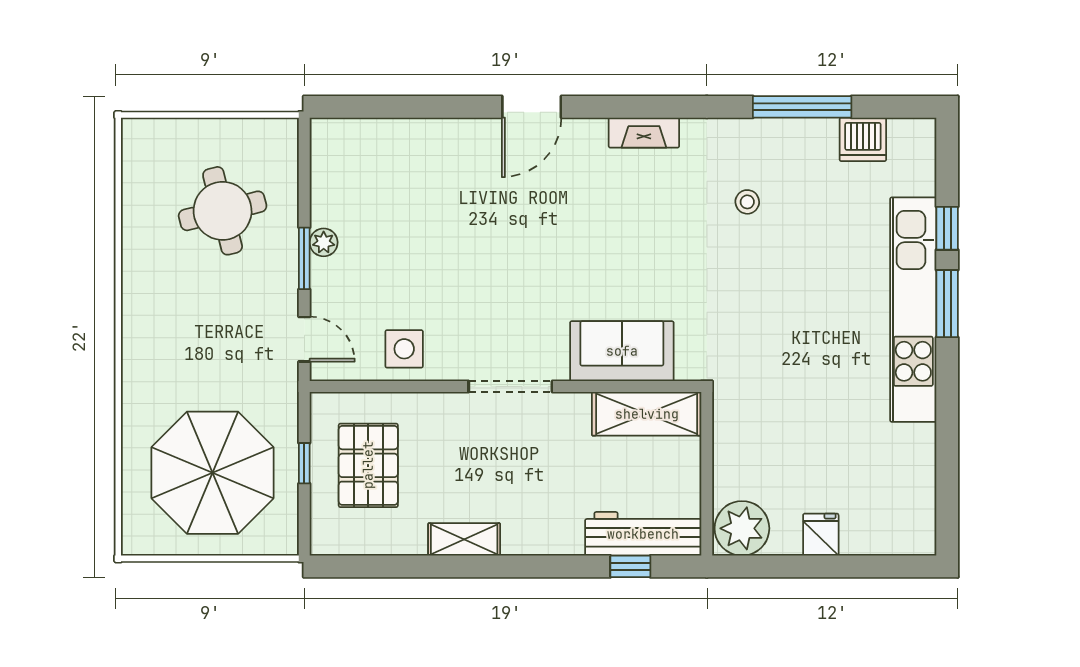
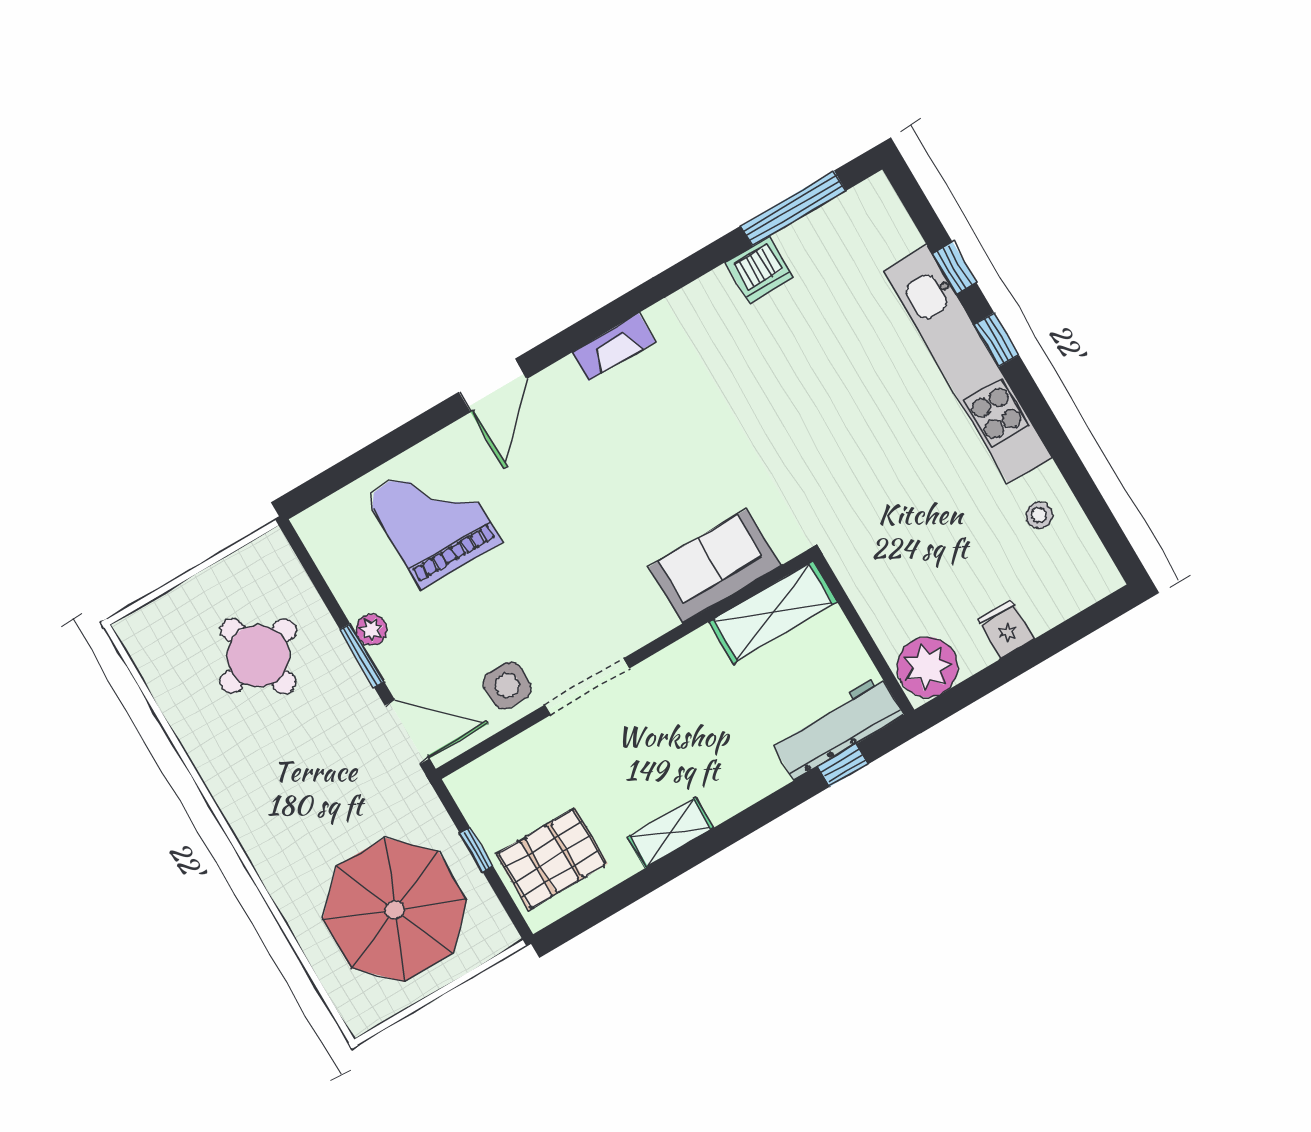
window: (802, 107) -> (793, 208), moved
dishwasher: (863, 139) -> (759, 270), moved
grand piano: (423, 184) -> (434, 519), added
stool: (747, 202) -> (1039, 515), moved
window: (947, 304) -> (996, 340), width x0.67
door: (304, 339) -> (407, 732), width x1.38
doorway: (510, 387) -> (587, 687), moved
pallet: (368, 465) -> (552, 859), moved, turned 90

